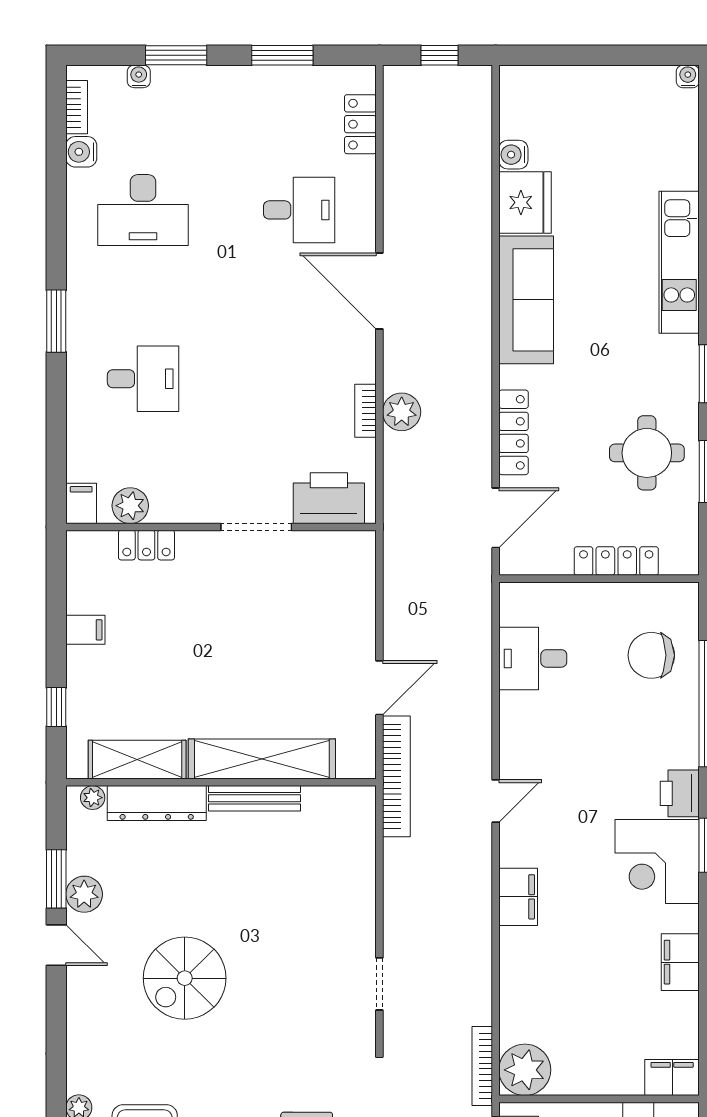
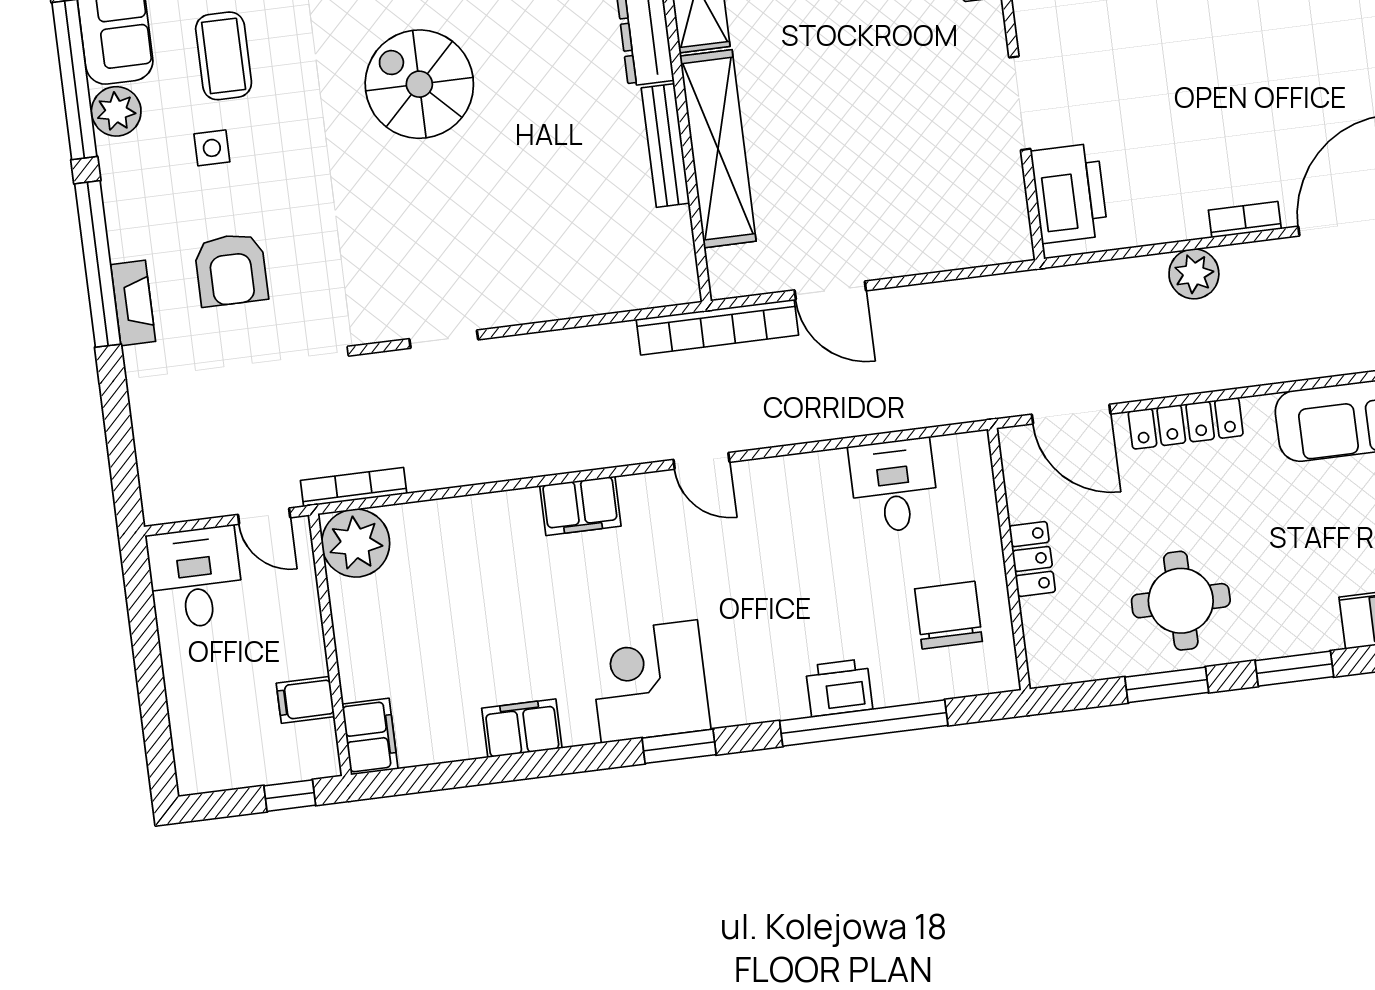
bookcase: (365, 411) -> (1245, 220), moved
locker: (616, 561) -> (1032, 559), width x0.66
chair: (651, 655) -> (949, 615), moved
printer: (680, 793) -> (839, 688), moved

